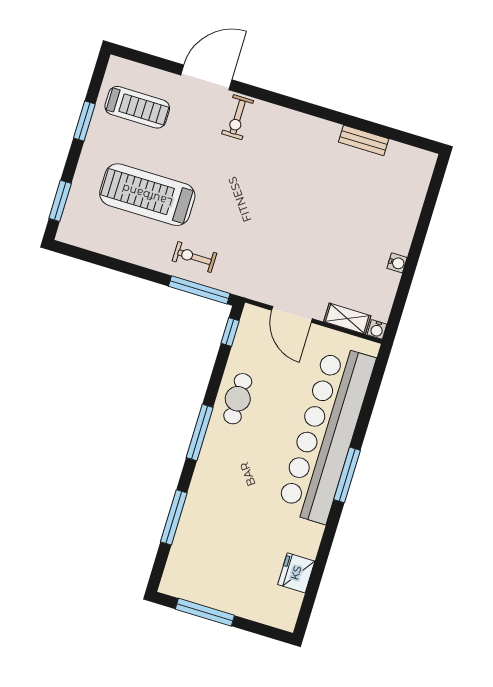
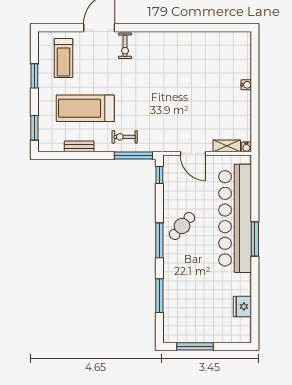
treadmill: (137, 107) -> (63, 58), turned 90
bench: (364, 140) -> (79, 146), moved
water cooler: (397, 263) -> (246, 85), moved
cafe table: (238, 399) -> (182, 226), moved, turned 41

